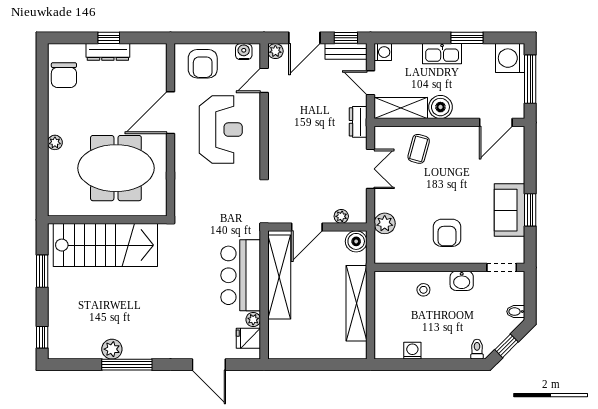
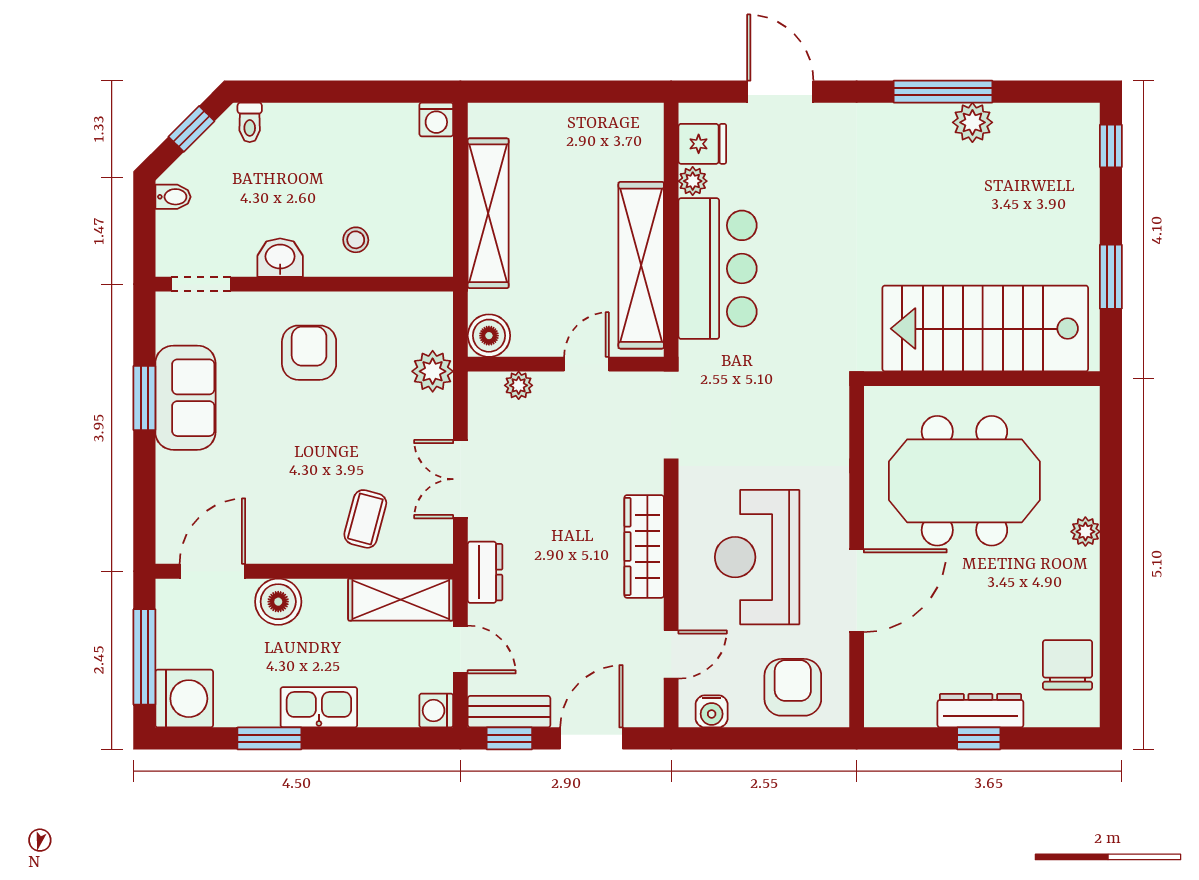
plant: (275, 51) -> (649, 712), removed
boiler: (440, 107) -> (278, 602), moved
wardrobe: (278, 135) -> (644, 546), added
door: (307, 227) -> (586, 364), width x0.73
washing machine: (412, 351) -> (436, 119), moved

